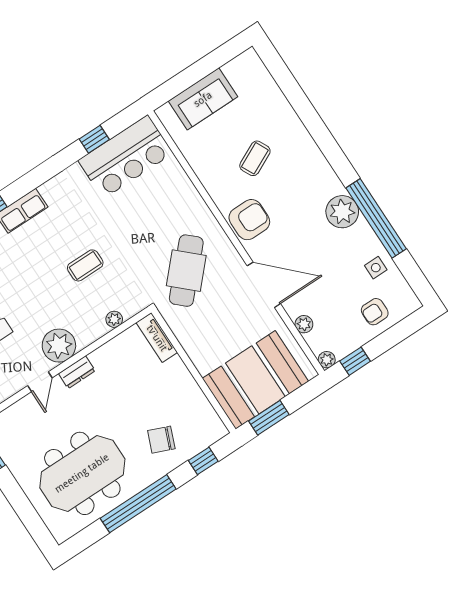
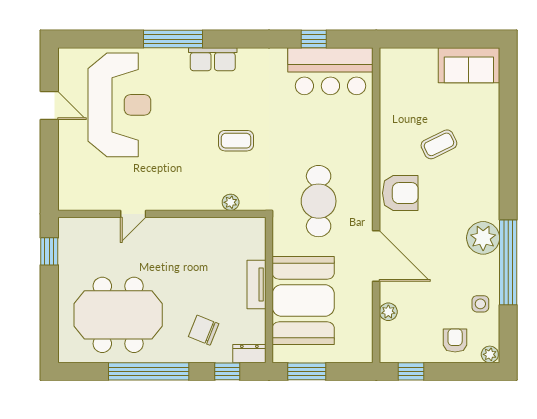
sofa: (203, 99) -> (469, 65), moved
cafe table: (186, 271) -> (319, 201), turned -43
armchair: (375, 312) -> (455, 340), turned 90
tv unit: (157, 338) -> (256, 285), moved
plant: (59, 346) -> (169, 194), removed
plant: (327, 360) -> (490, 354), moved
dresser: (77, 372) -> (249, 354), moved, turned 180
booth: (255, 380) -> (303, 301), moved, turned 90

